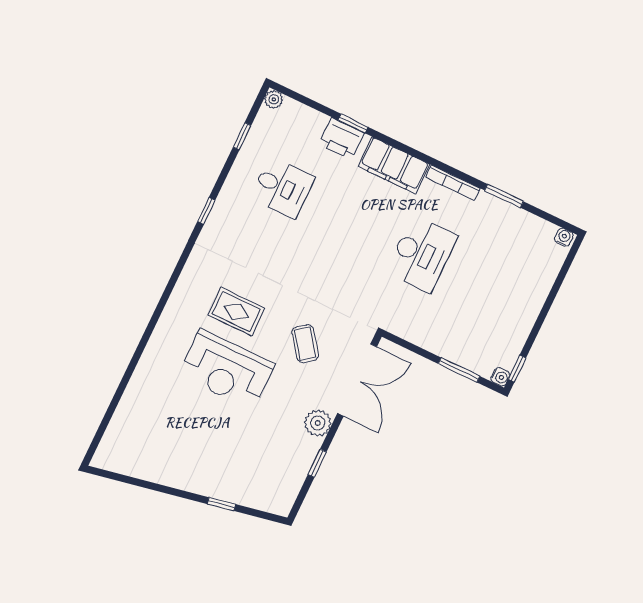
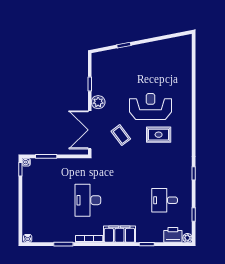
printer: (342, 139) -> (173, 235), moved

